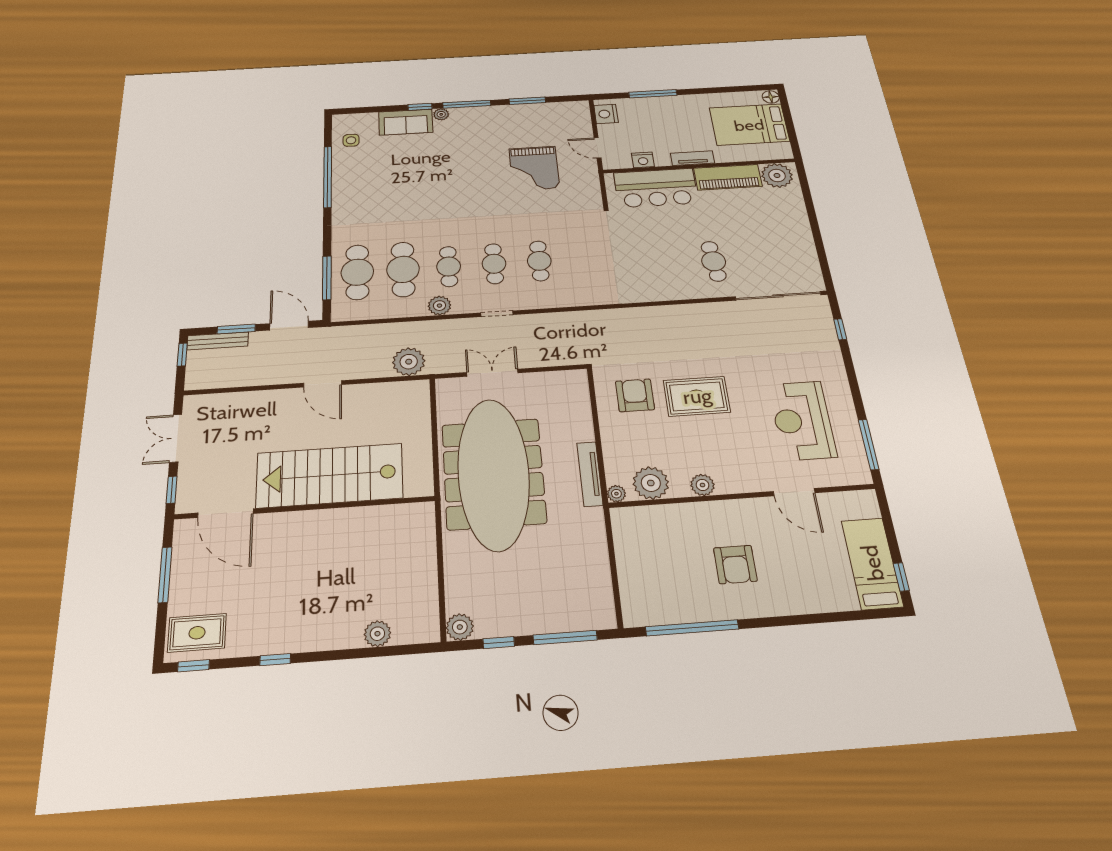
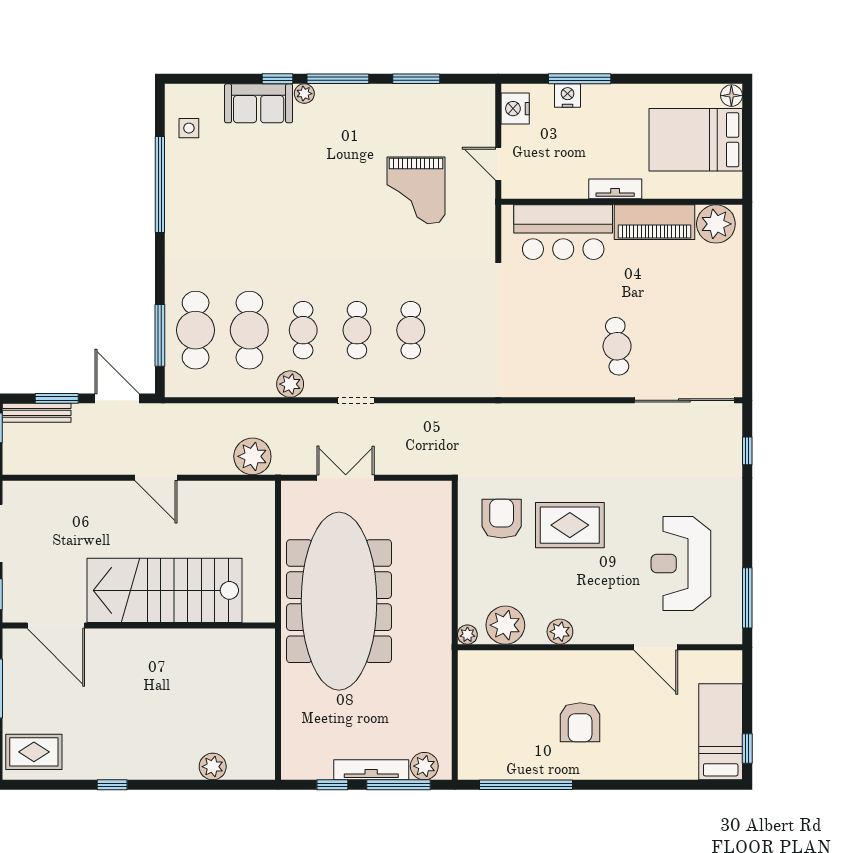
nightstand: (643, 160) -> (568, 96), moved, turned 180
tv unit: (590, 474) -> (371, 770), moved, turned 90
plant: (460, 627) -> (424, 766), moved
window: (193, 666) -> (32, 785), removed

